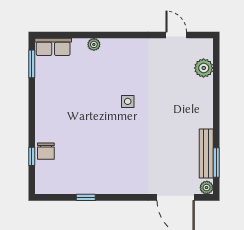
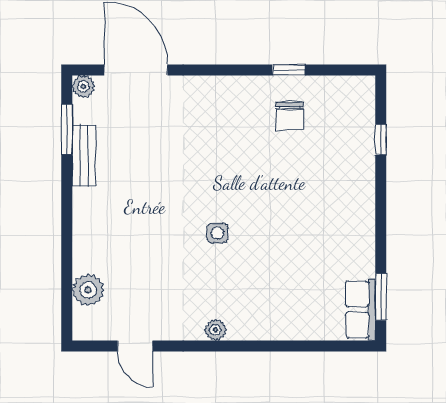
plant: (94, 44) -> (215, 330), moved
row of seats: (53, 47) -> (360, 310), moved, turned -90
chair: (46, 151) -> (289, 116), moved, turned 180
bench: (206, 154) -> (84, 156), width x0.73

